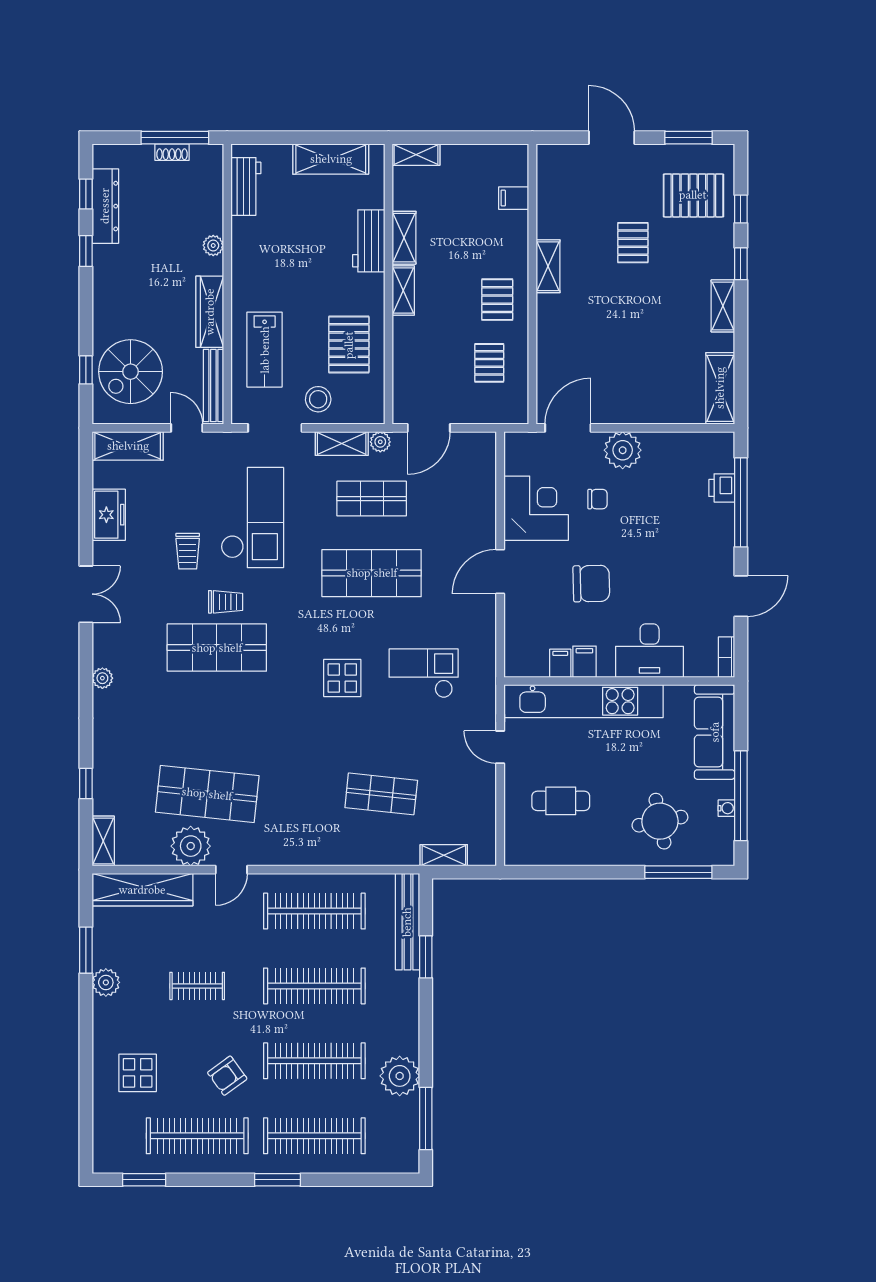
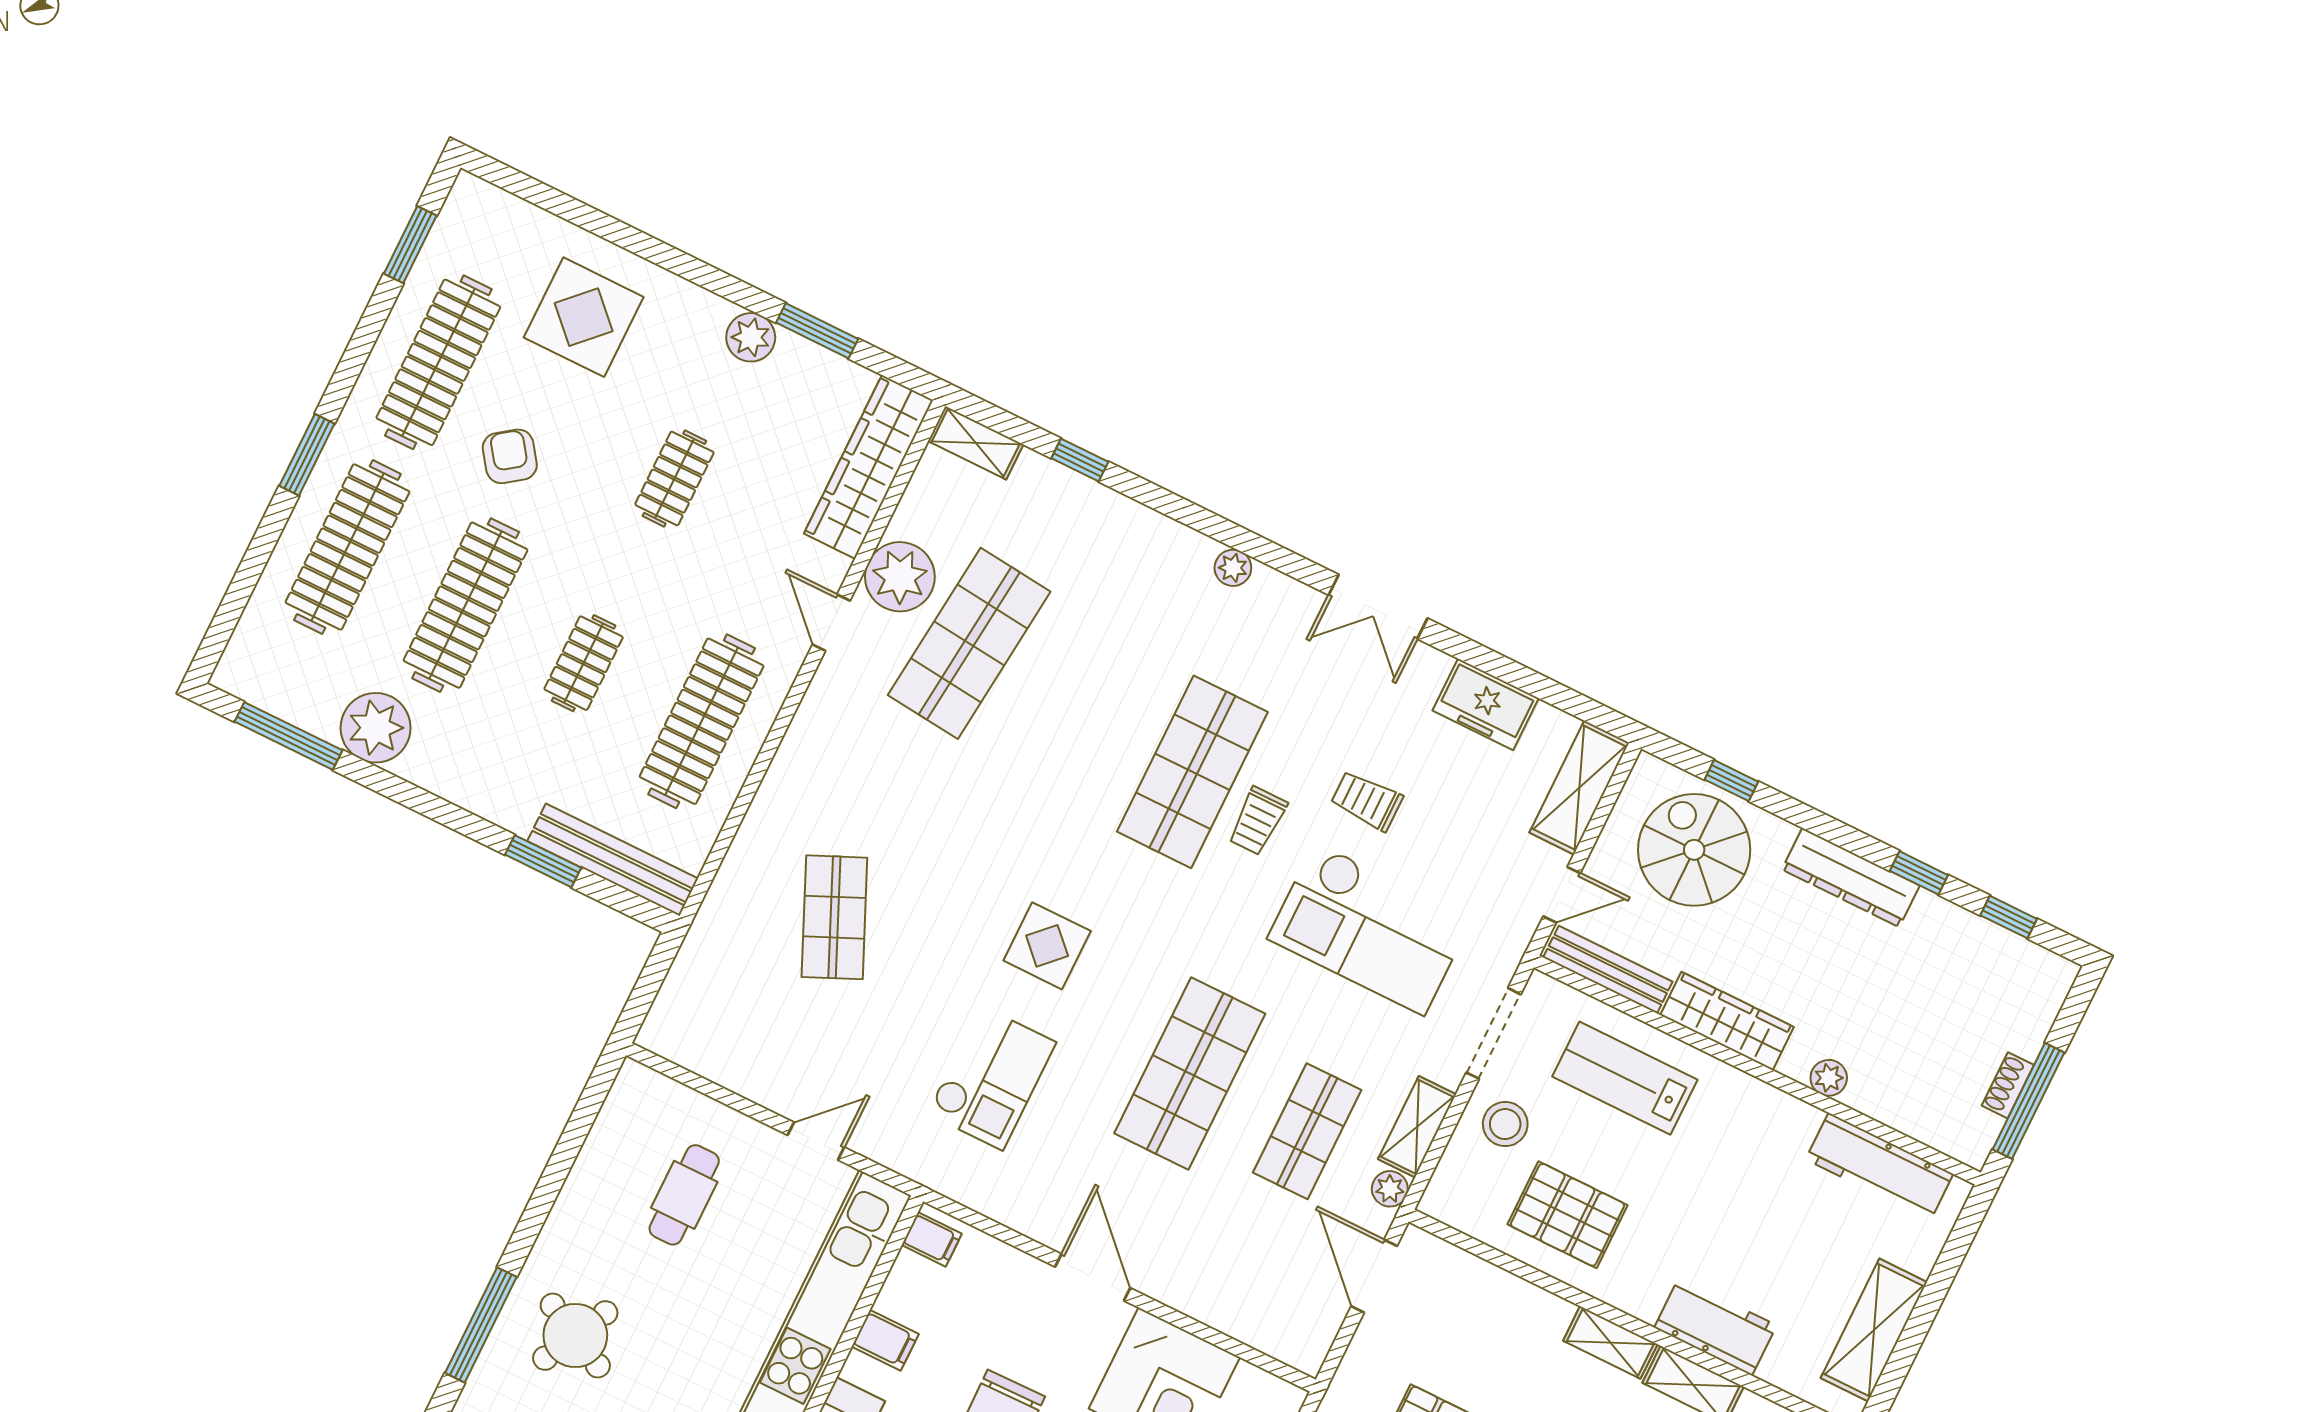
workbench: (246, 186) -> (1879, 1167), width x1.37
dresser: (105, 206) -> (1851, 878), moved
filing cabinet: (560, 663) -> (932, 1239), moved
shop shelf: (381, 794) -> (834, 917), turned -30
round table: (660, 821) -> (575, 1336), turned 38
shelving: (444, 855) -> (689, 968), removed
clothes rail: (314, 986) -> (584, 663), width x0.54, depth x0.76
display table: (138, 1073) -> (584, 317), width x1.36, depth x1.36

